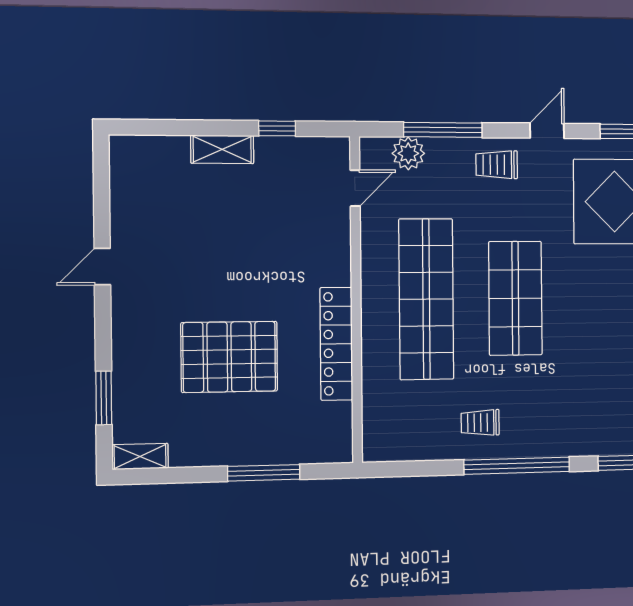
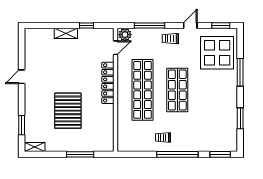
plant: (408, 153) -> (125, 35), moved
locker: (336, 344) -> (108, 83), moved
pallet: (229, 357) -> (68, 111), turned 90

